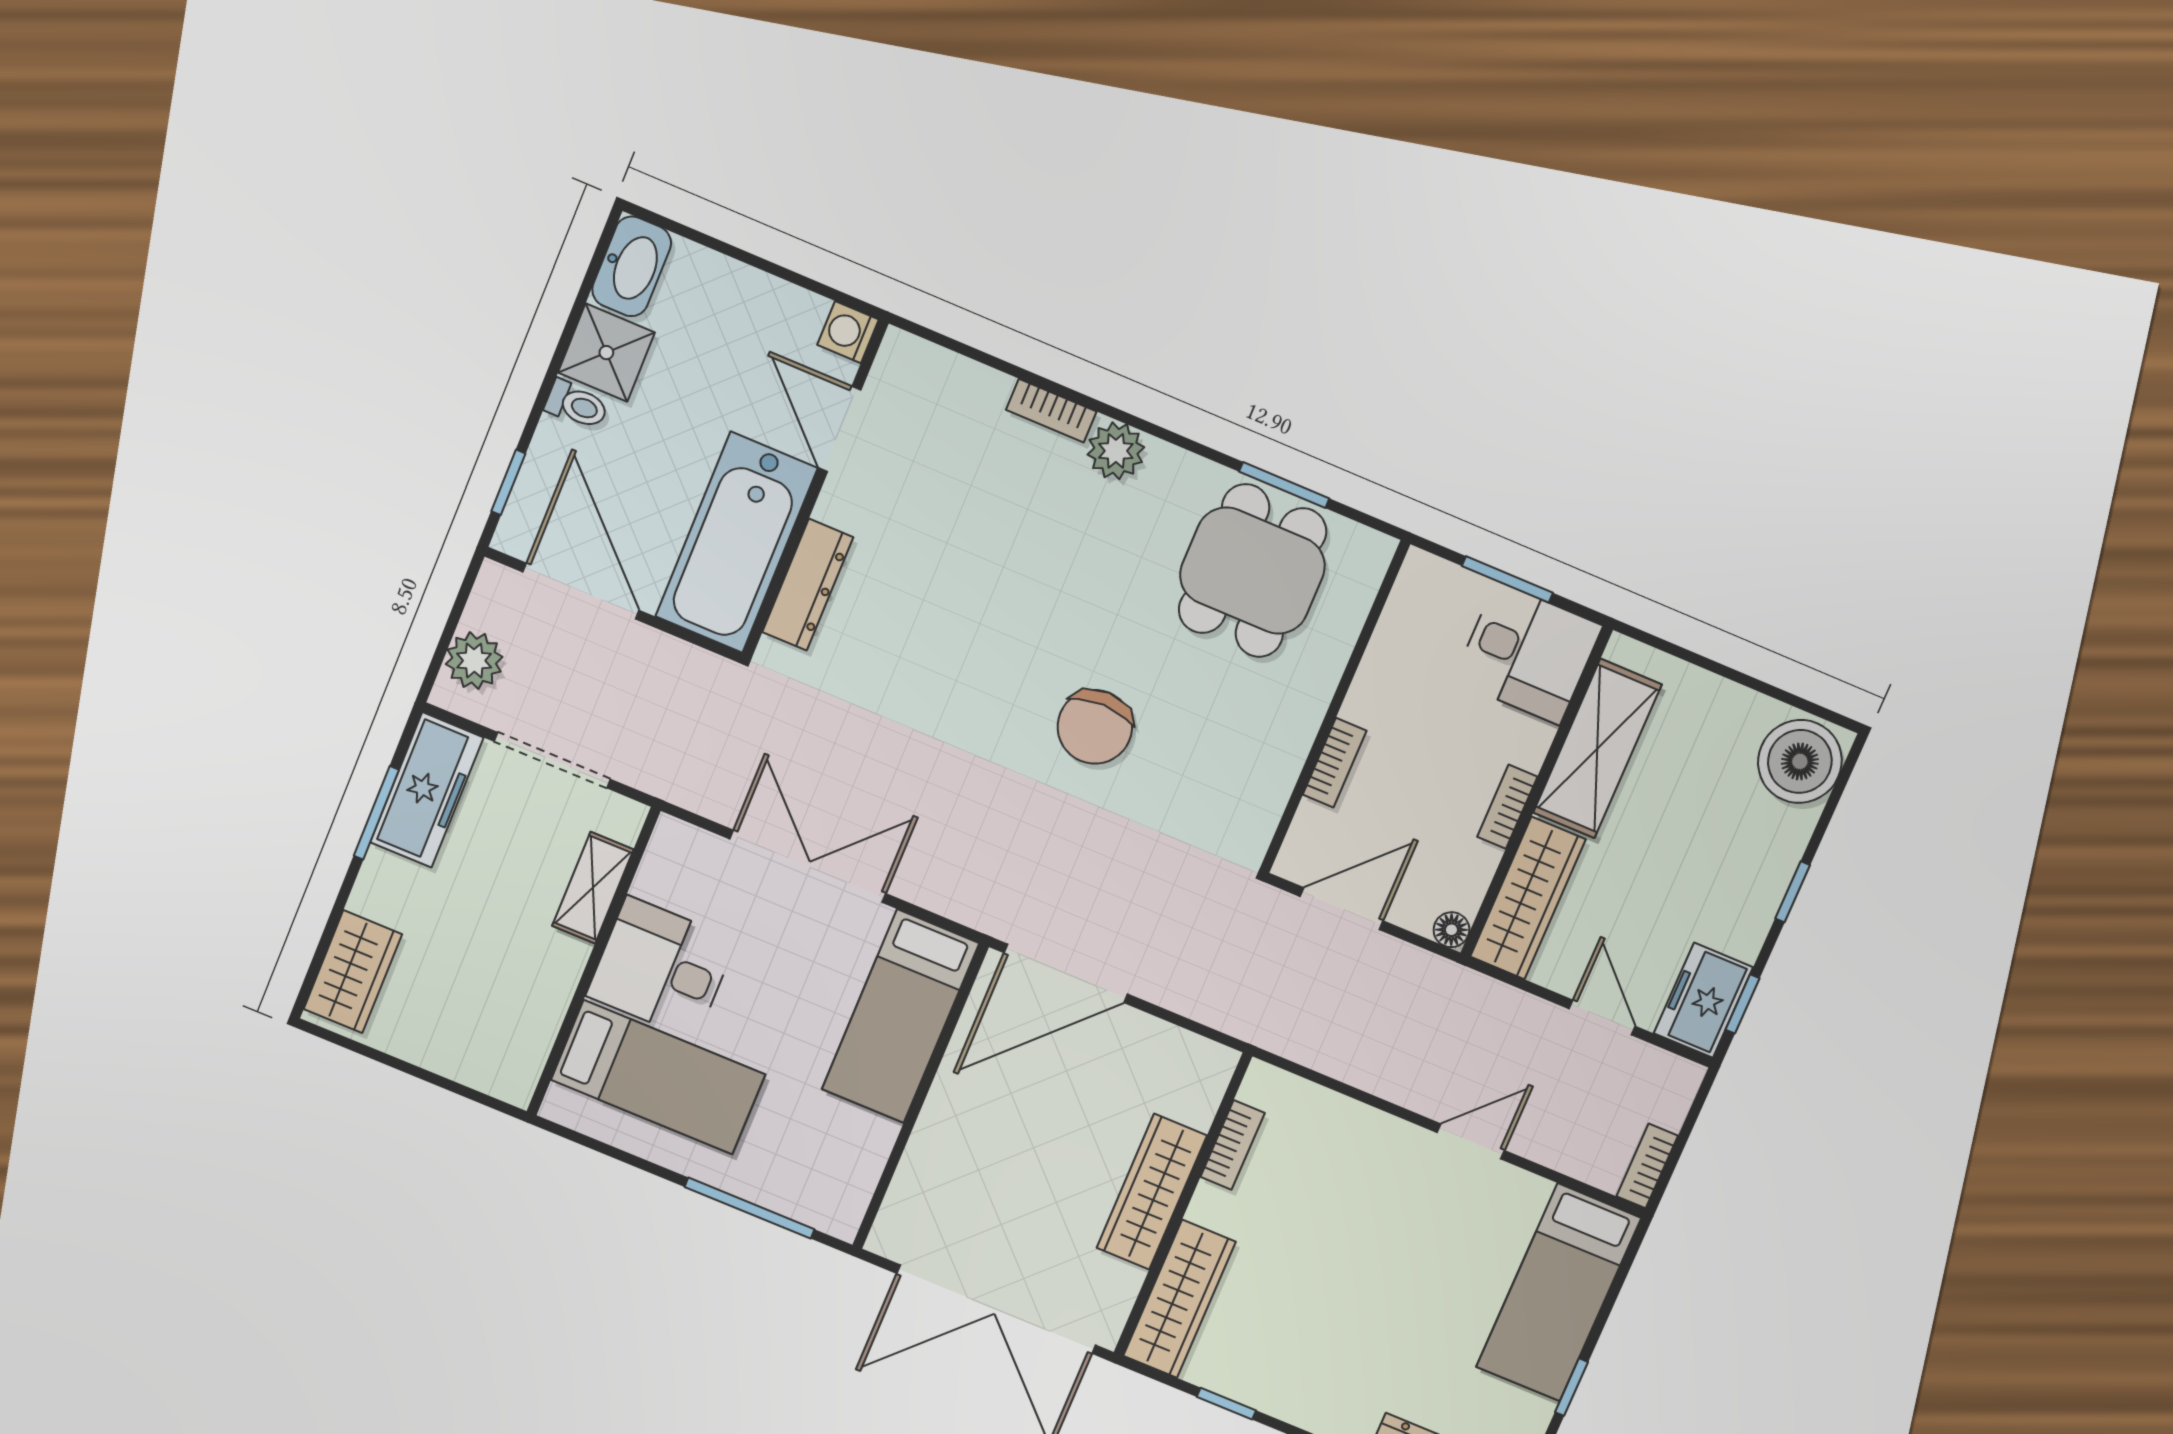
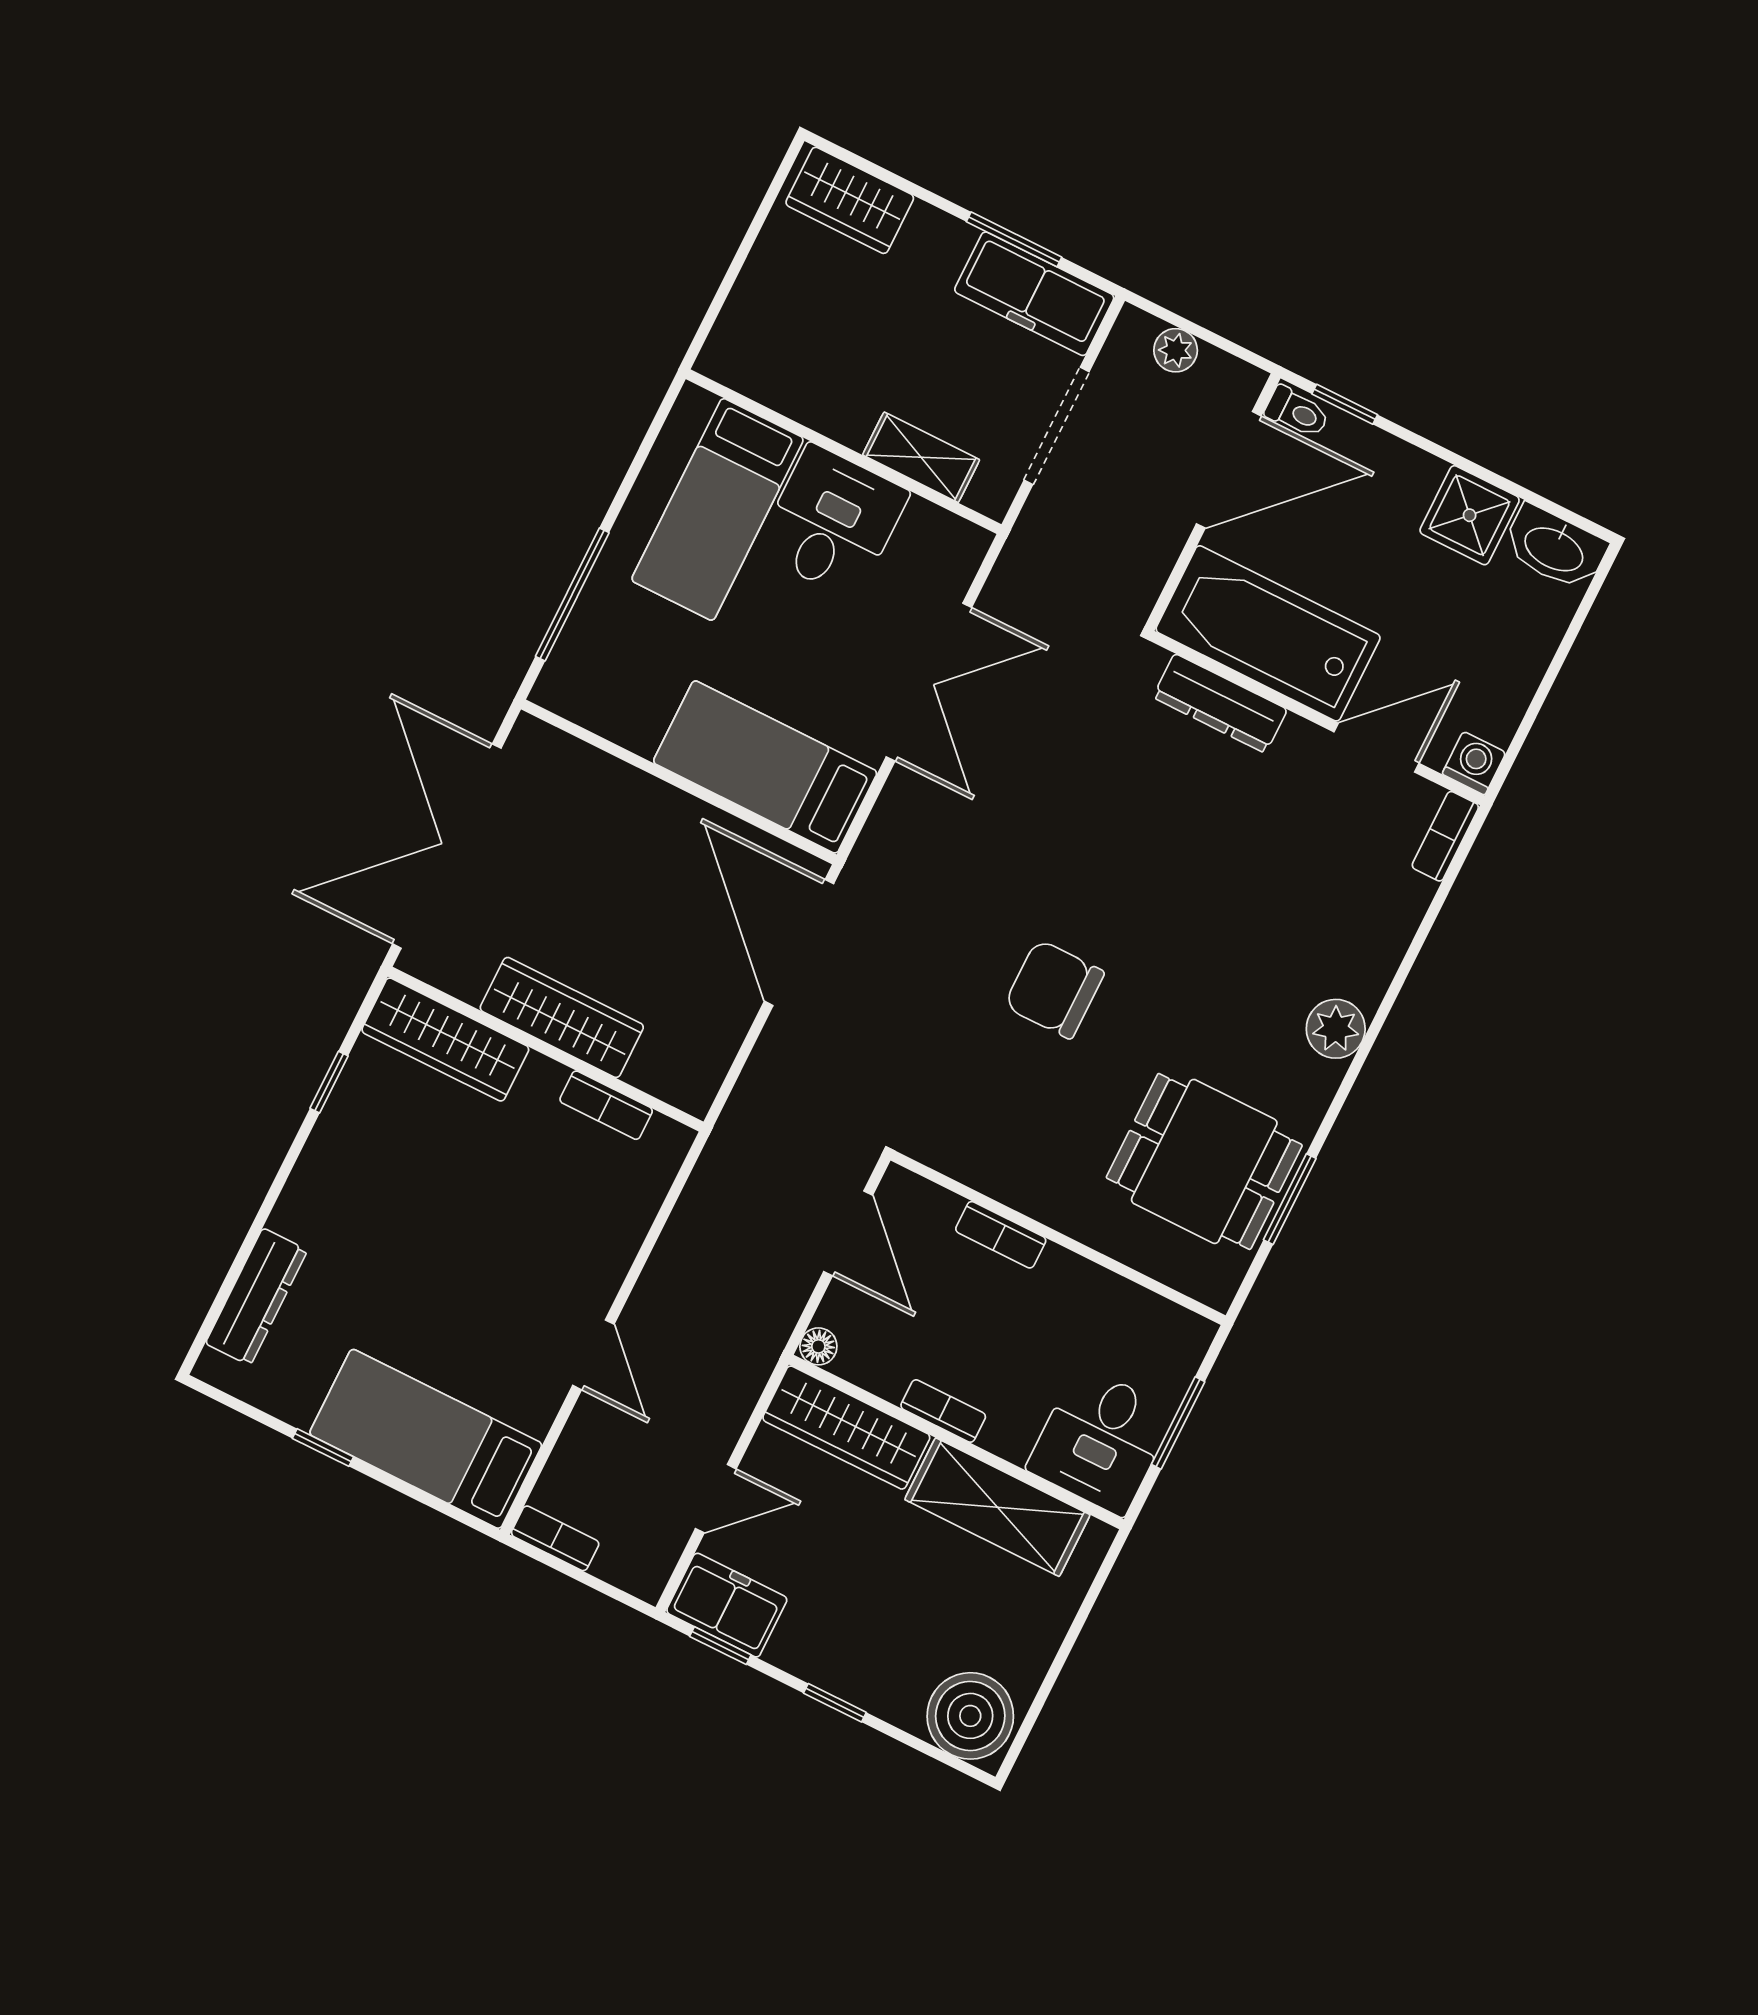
toilet: (577, 405) -> (1297, 412), moved, turned -90
bookcase: (1051, 411) -> (1445, 836), moved
plant: (474, 661) -> (1176, 350), width x0.73, depth x0.73

